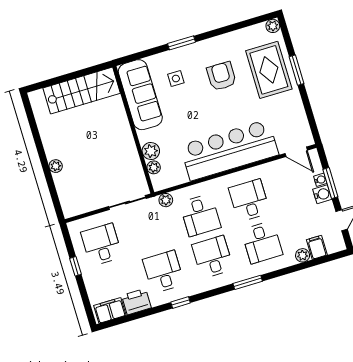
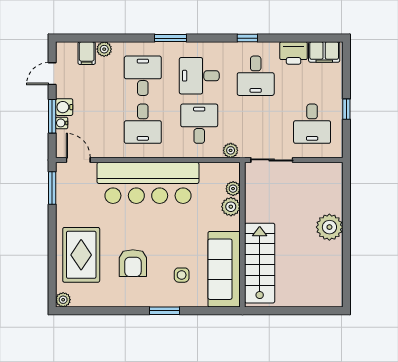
window: (297, 70) -> (52, 188), moved
stairs: (82, 91) -> (260, 263), moved, turned 90
plant: (56, 166) -> (329, 227), width x1.88, depth x1.88
desk: (213, 257) -> (199, 76), turned 90

